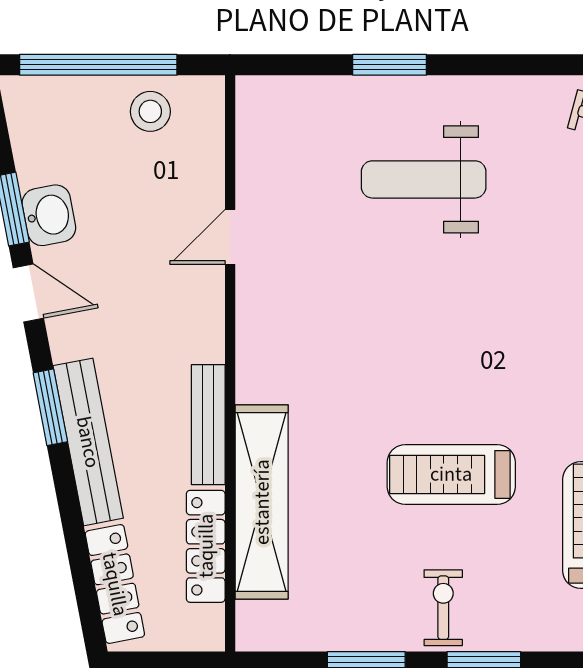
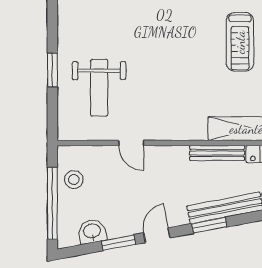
weight bench: (424, 179) -> (99, 88), moved
washbasin: (49, 215) -> (92, 231), moved

